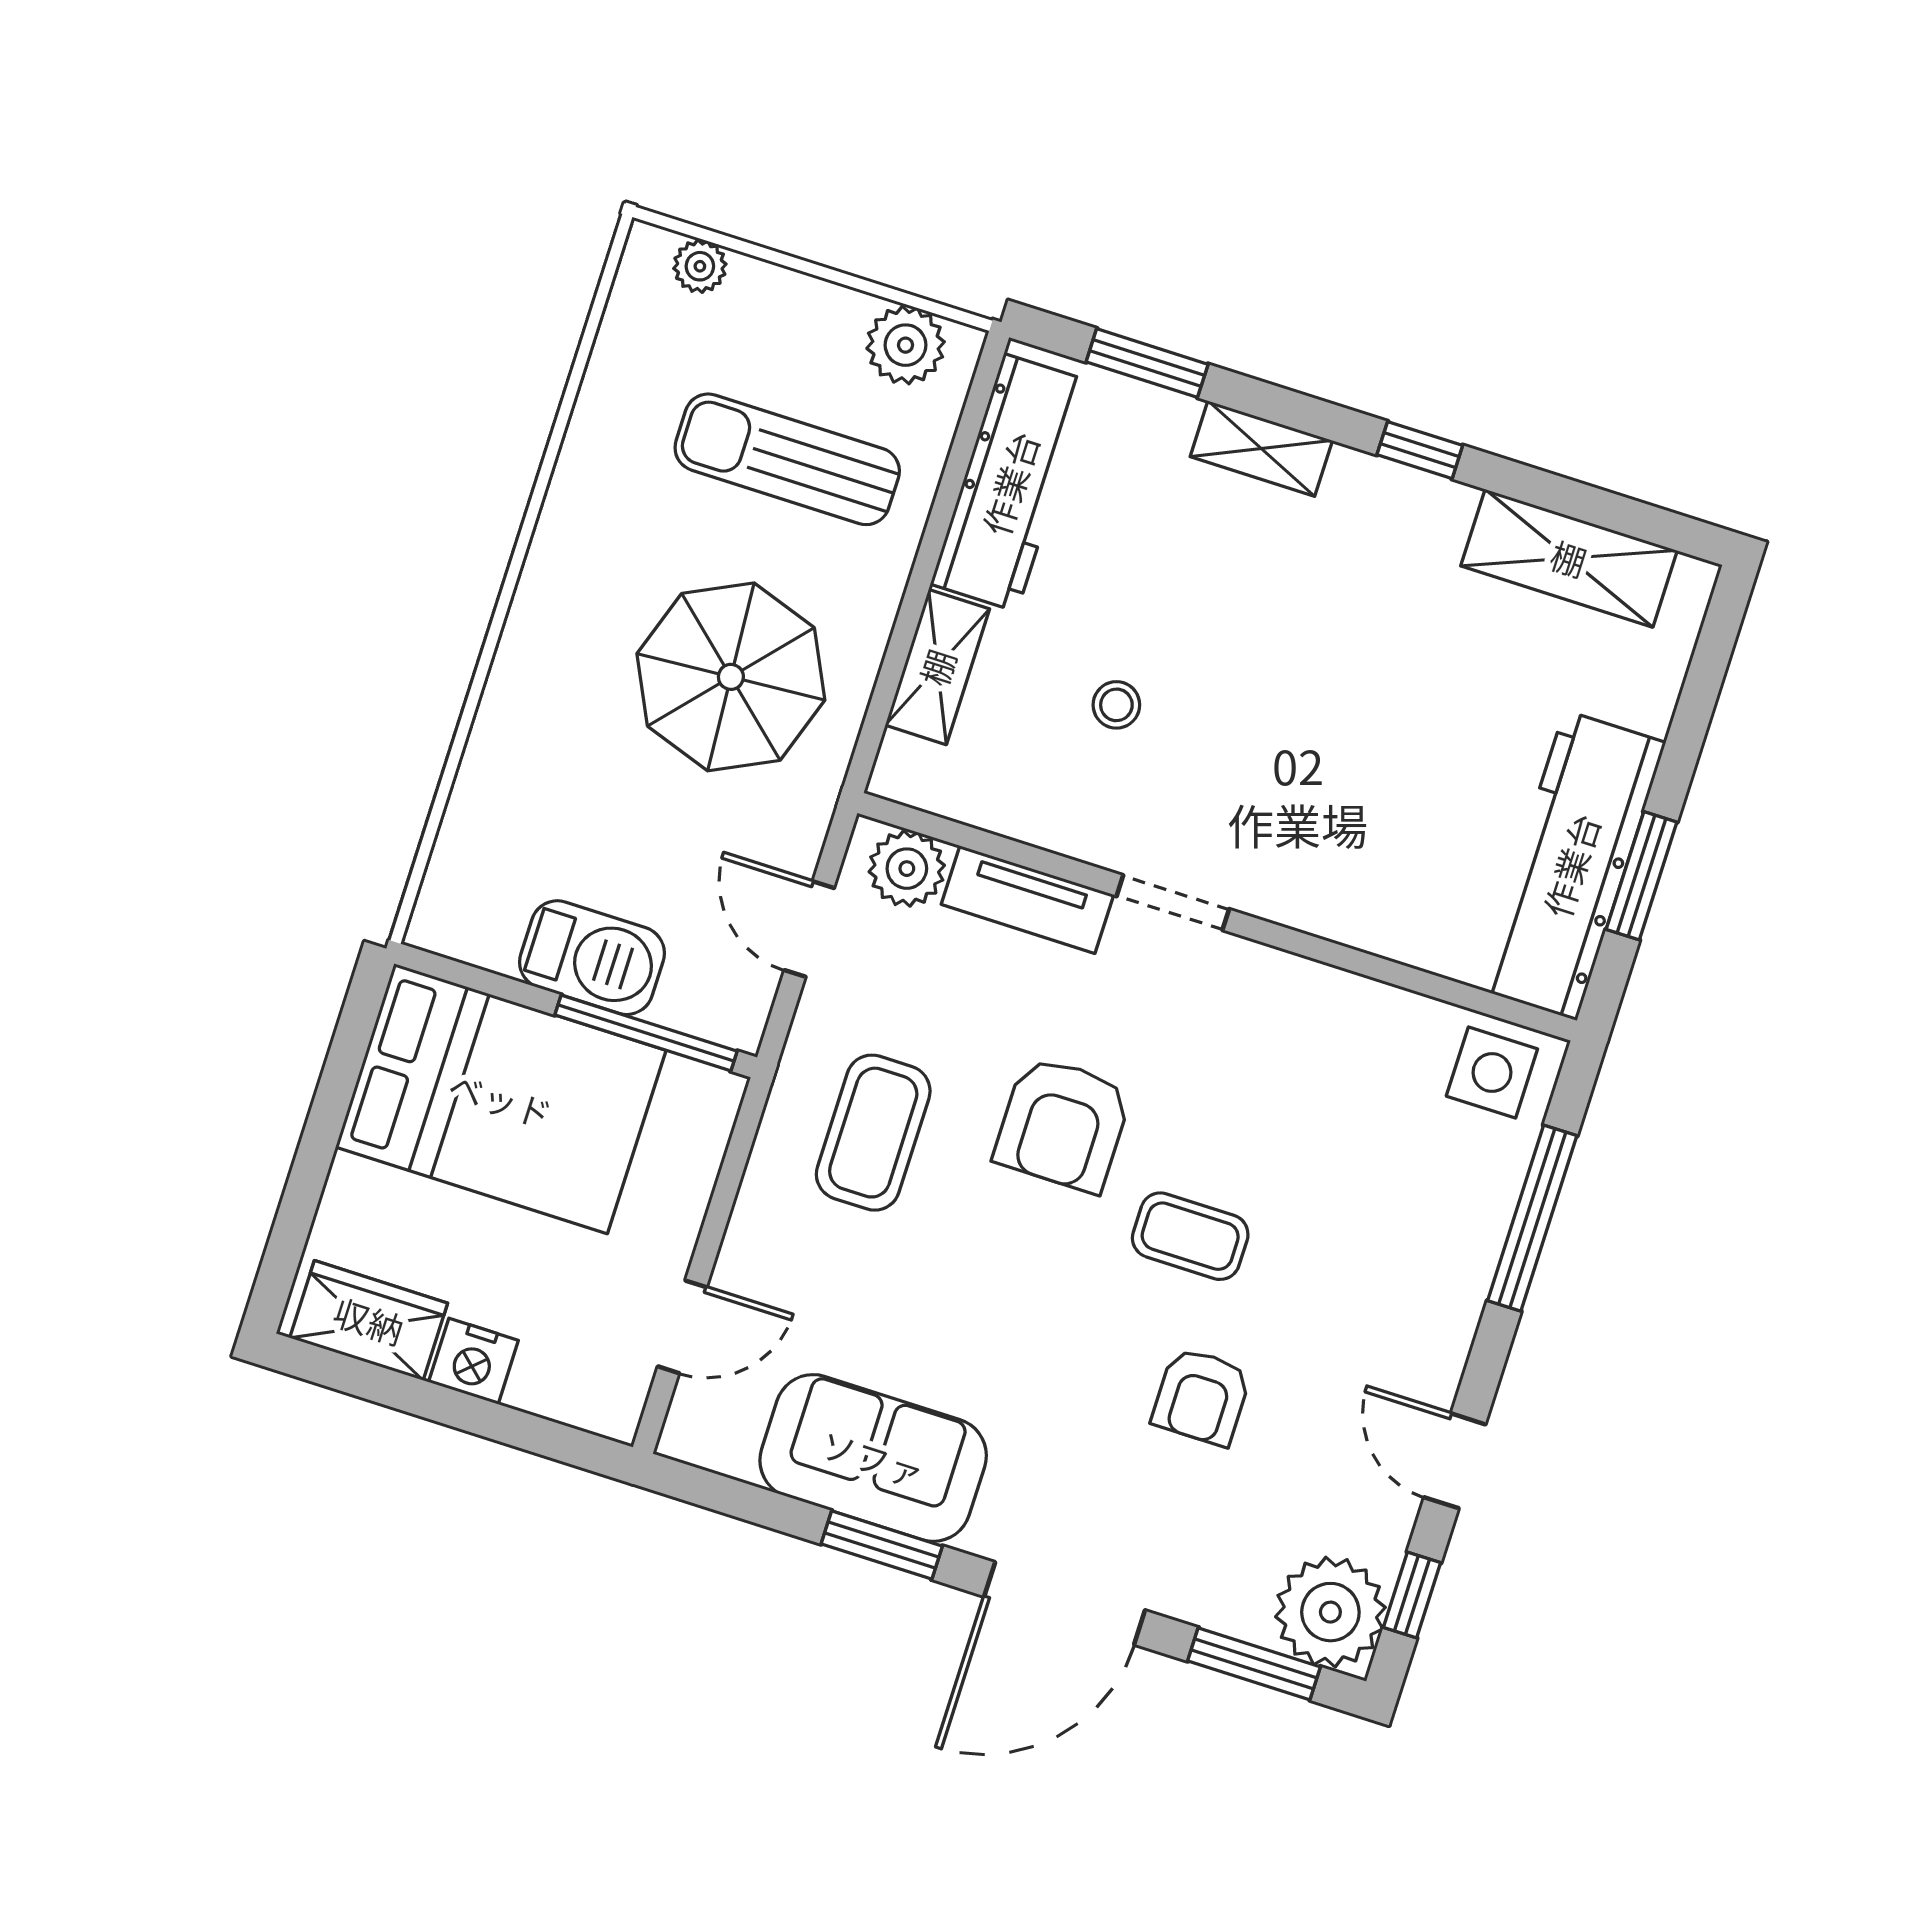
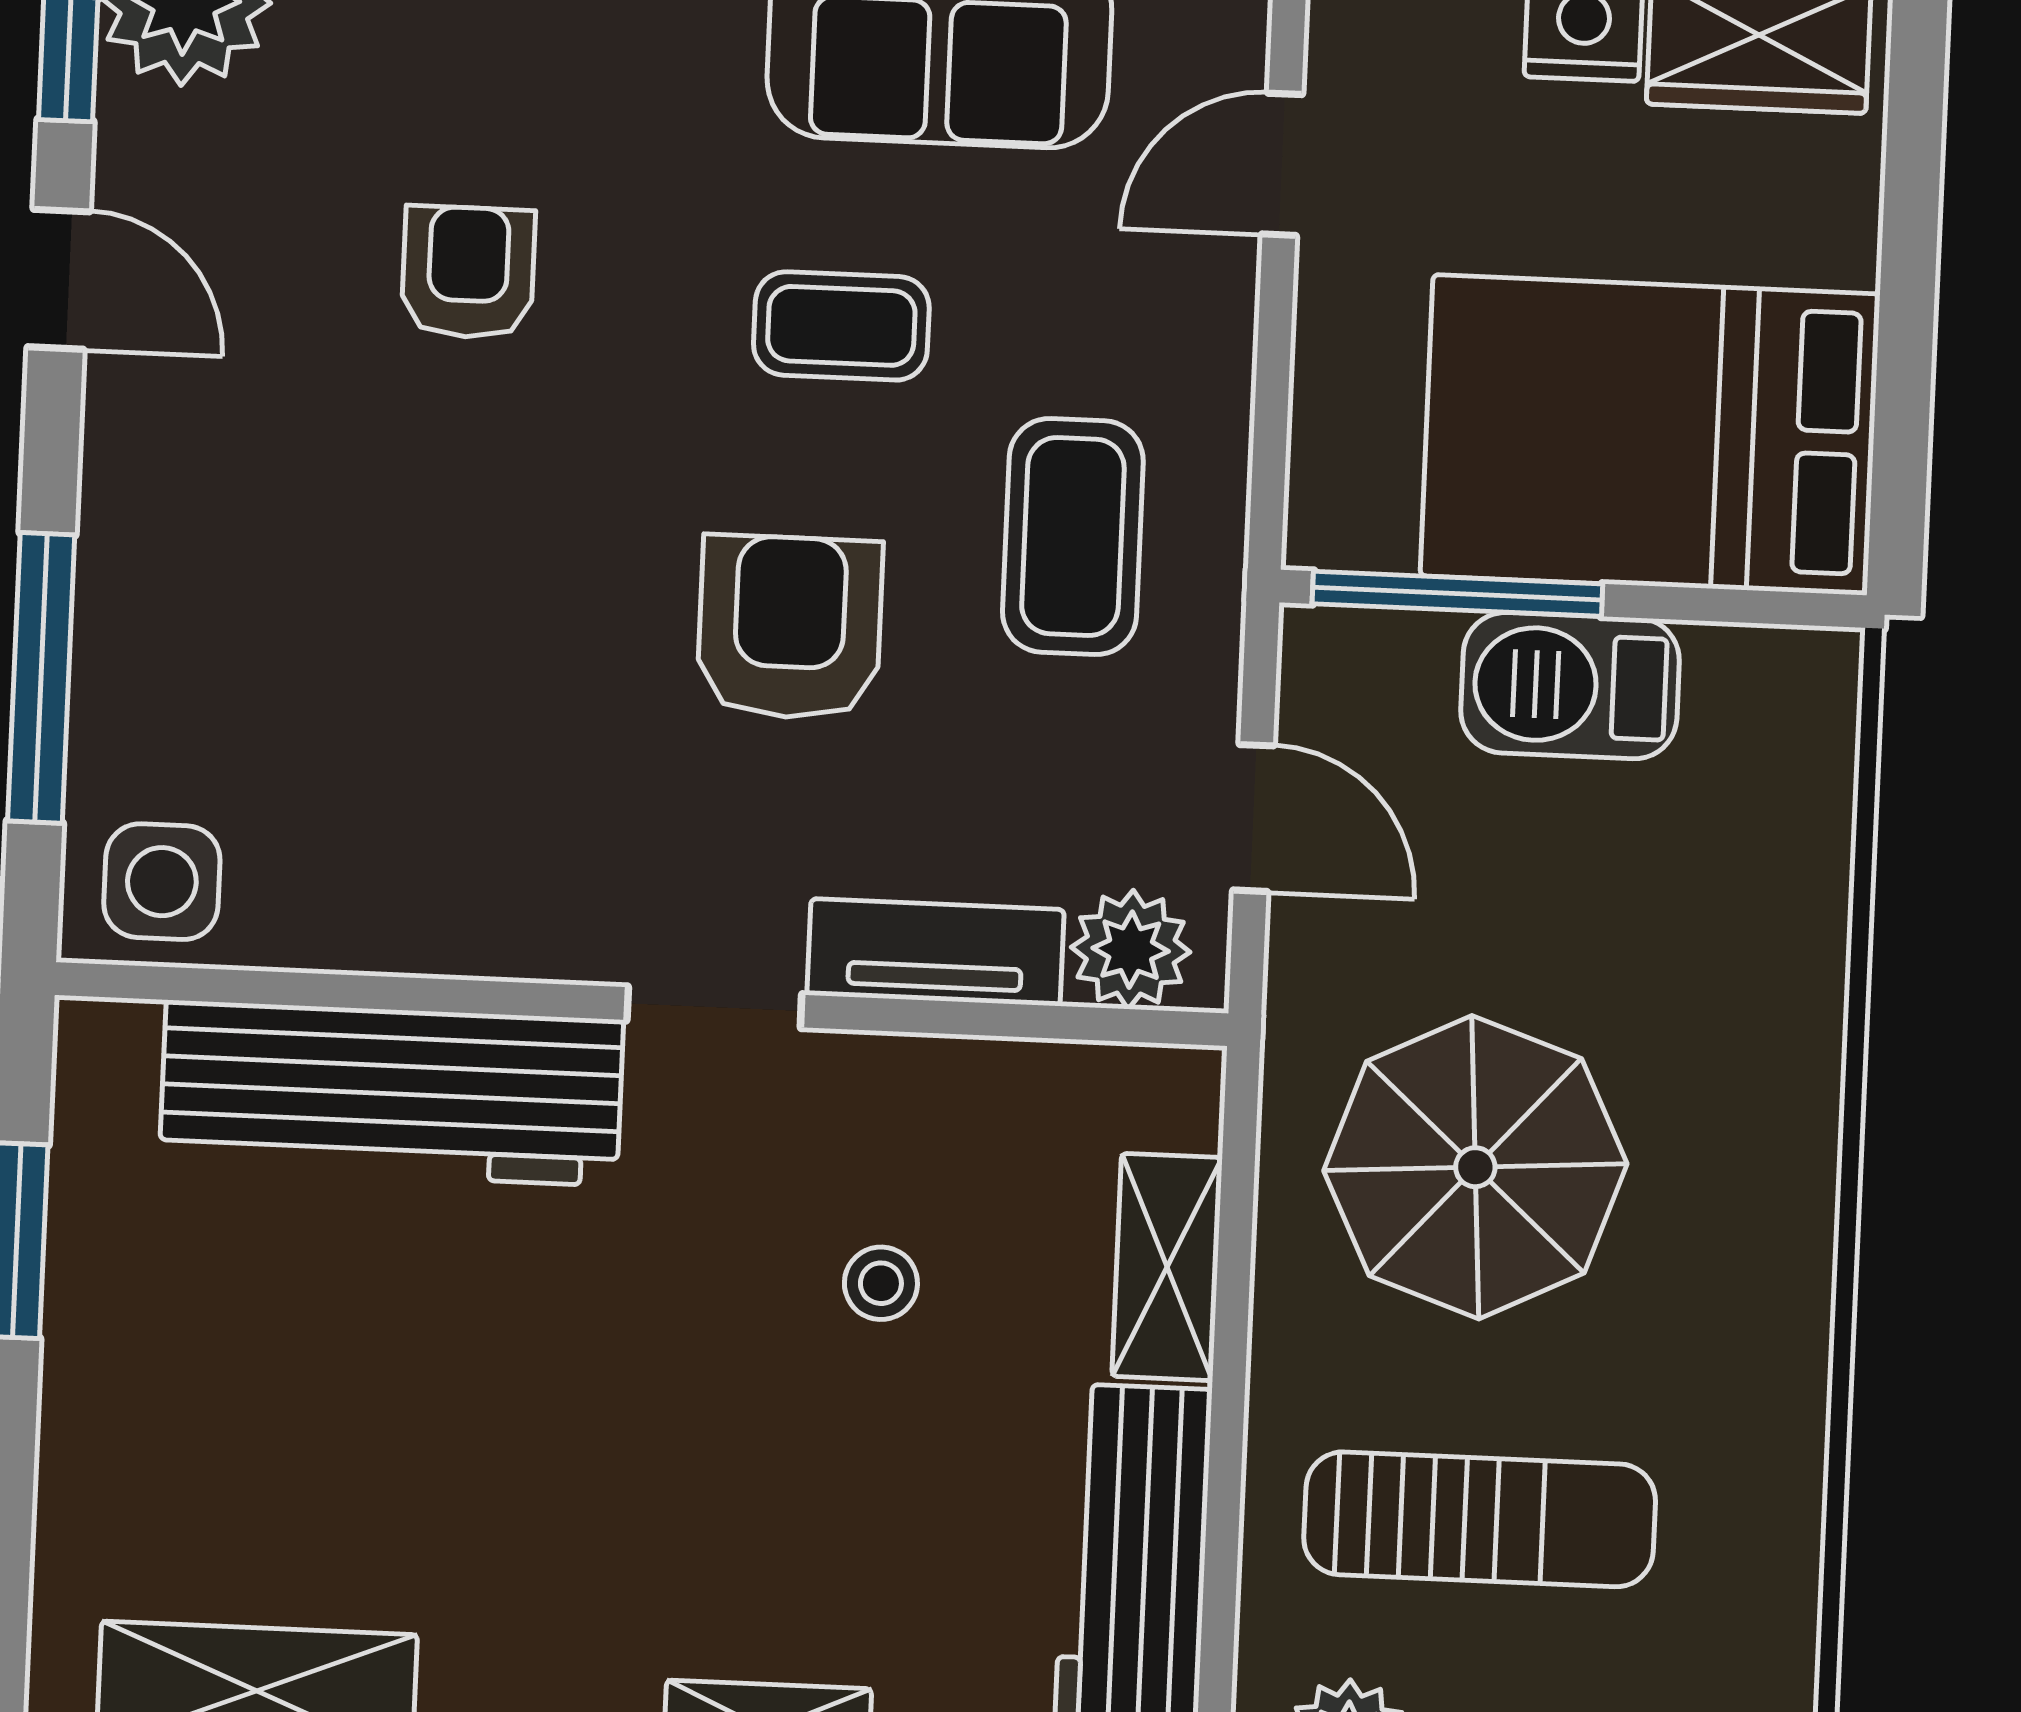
workbench: (1571, 865) -> (391, 1093), moved, turned 90
coffee table: (1190, 1236) -> (841, 326), moved

